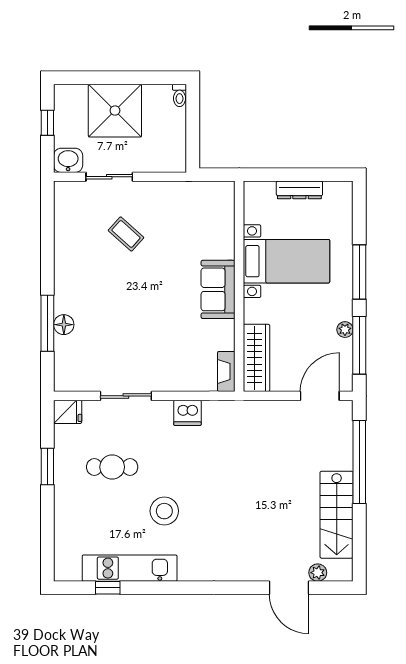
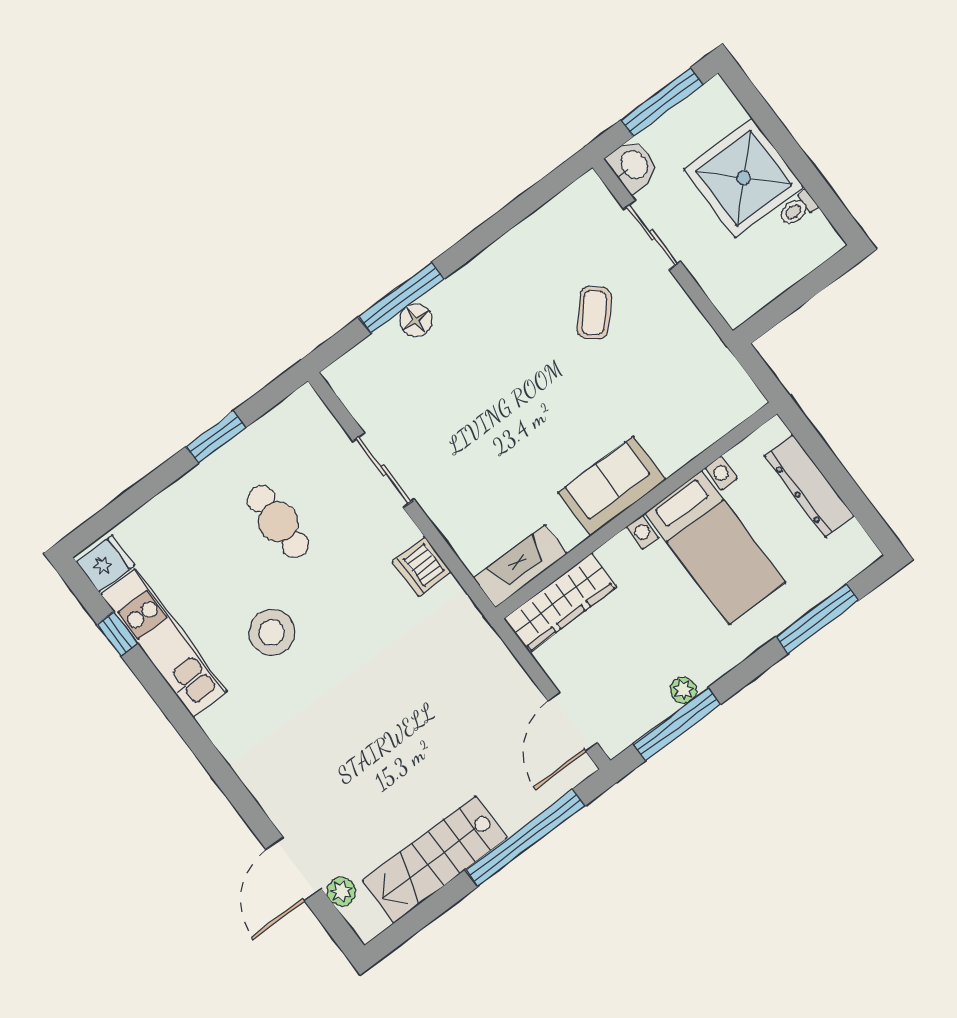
toilet: (180, 95) -> (797, 209), moved
window: (47, 123) -> (662, 102), width x2.17
dresser: (299, 190) -> (809, 486), width x1.37, depth x1.24
window: (359, 272) -> (817, 619), moved
fireplace: (226, 372) -> (520, 566), width x1.37, depth x1.32
door: (320, 396) -> (573, 722), swing flipped
fridge: (68, 412) -> (106, 564), moved, turned -90

